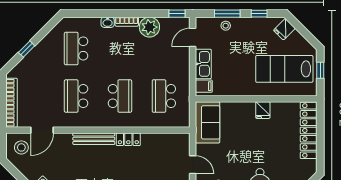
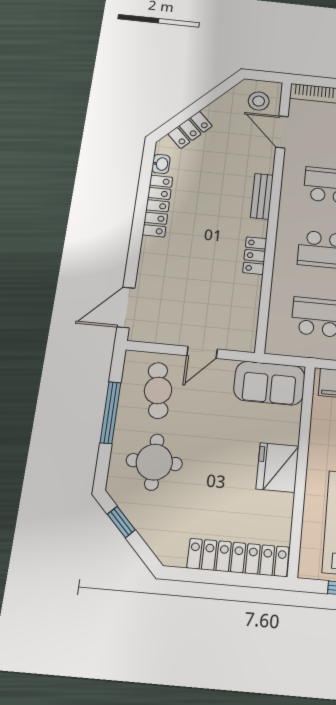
fridge: (263, 110) -> (278, 468), width x1.88, depth x1.34
bench: (94, 139) -> (262, 196), width x0.73

